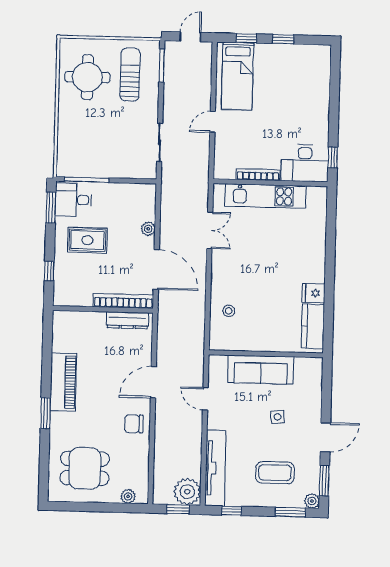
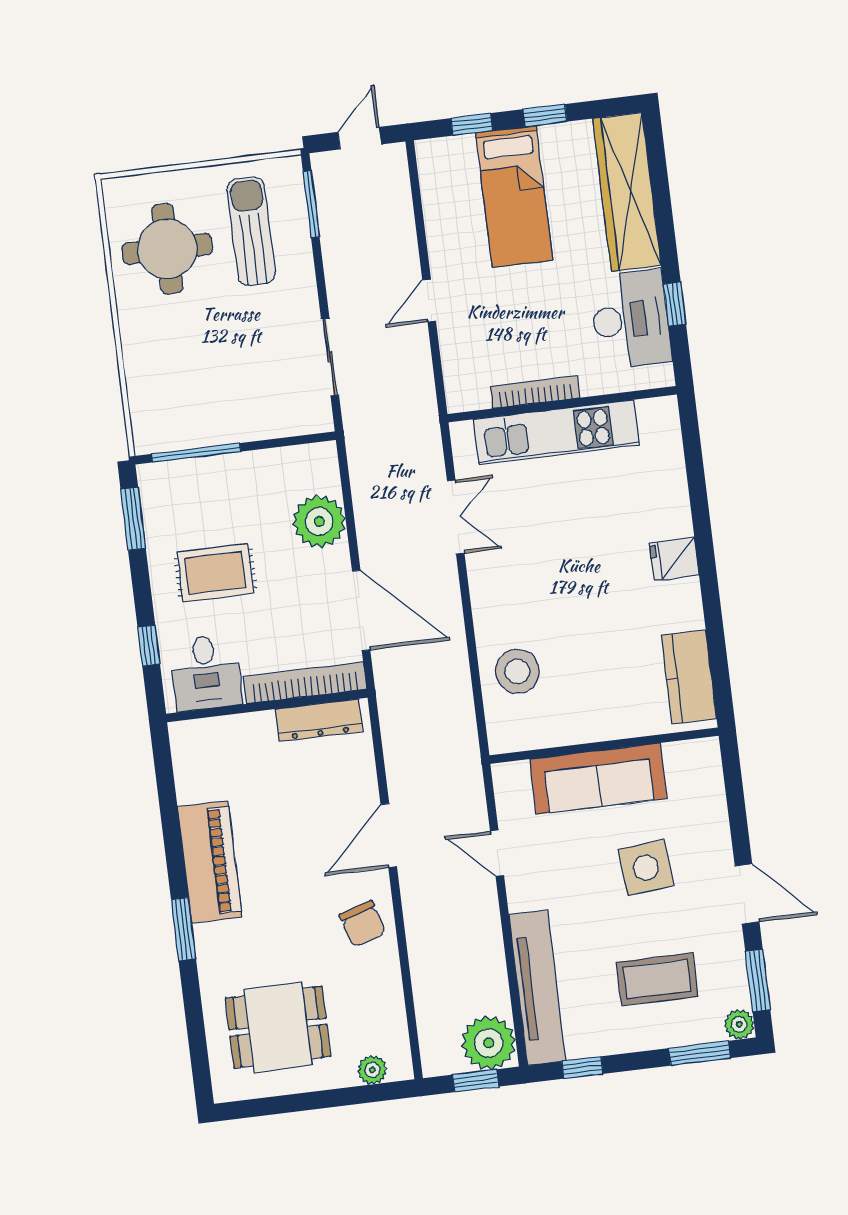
bed: (237, 76) -> (514, 196), moved
wardrobe: (318, 83) -> (627, 192), added
window: (333, 157) -> (675, 304), moved
desk: (305, 163) -> (630, 319), moved, turned -90
desk: (73, 200) -> (206, 673), moved, turned -90
plant: (148, 229) -> (319, 521), width x1.87, depth x1.87
fridge: (314, 293) -> (674, 559), moved
stool: (229, 311) -> (517, 671), width x1.89, depth x1.89
side table: (278, 417) -> (646, 868), width x1.87, depth x1.87
chair: (134, 424) -> (362, 924), turned -107
door: (325, 437) -> (747, 894), hinge flipped

